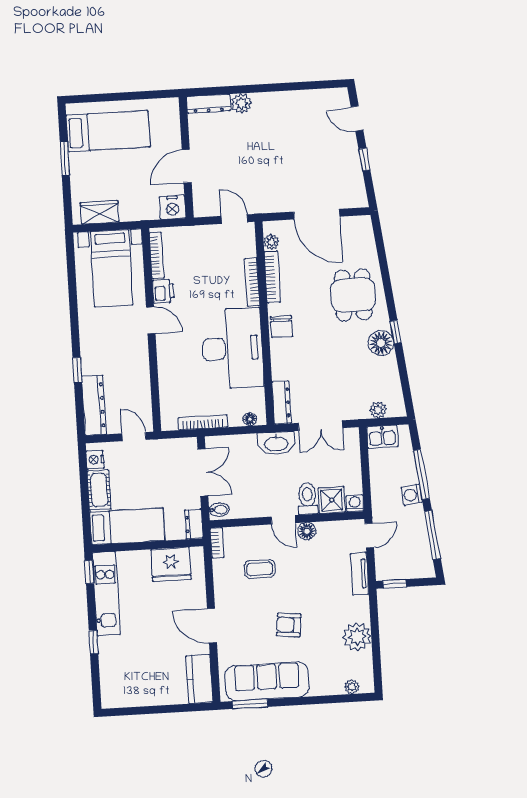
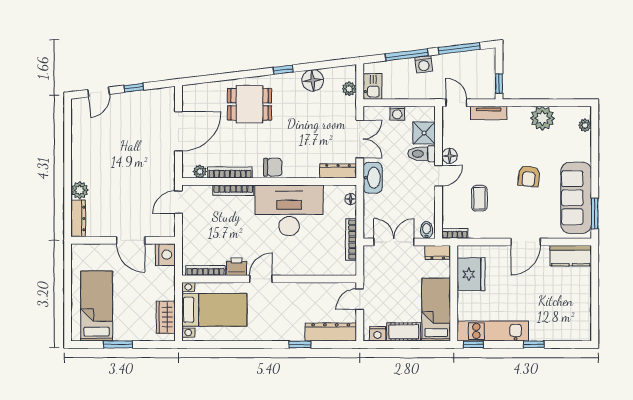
floor lamp: (381, 343) -> (313, 80), moved
washing machine: (355, 503) -> (397, 113), moved, turned -90

